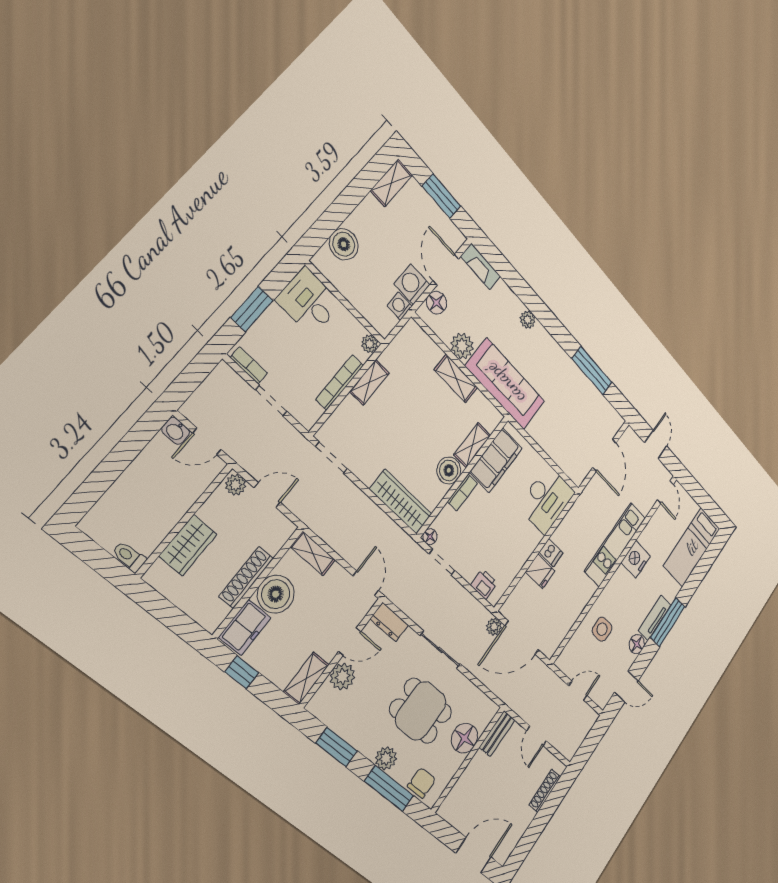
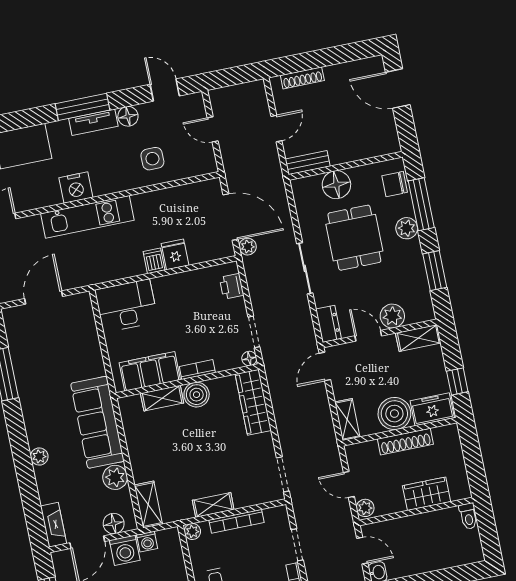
shelving: (456, 379) -> (148, 505), moved

